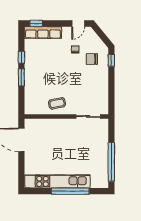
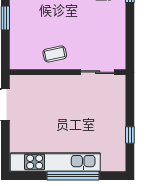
window: (111, 162) -> (130, 135), width x0.32

